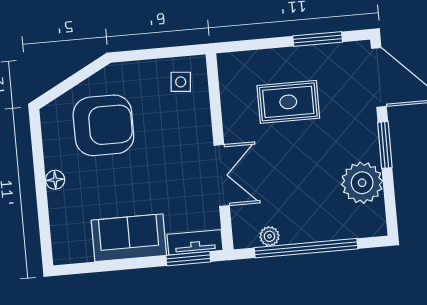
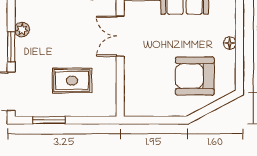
side table: (181, 82) -> (141, 100), removed
plant: (362, 183) -> (22, 30), width x0.53, depth x0.53

